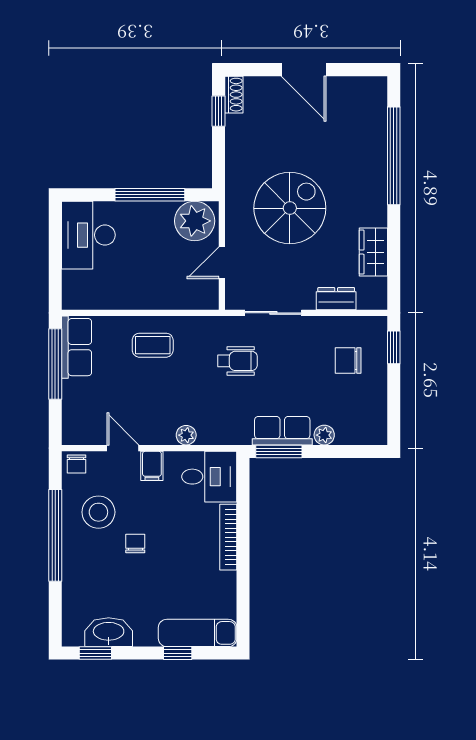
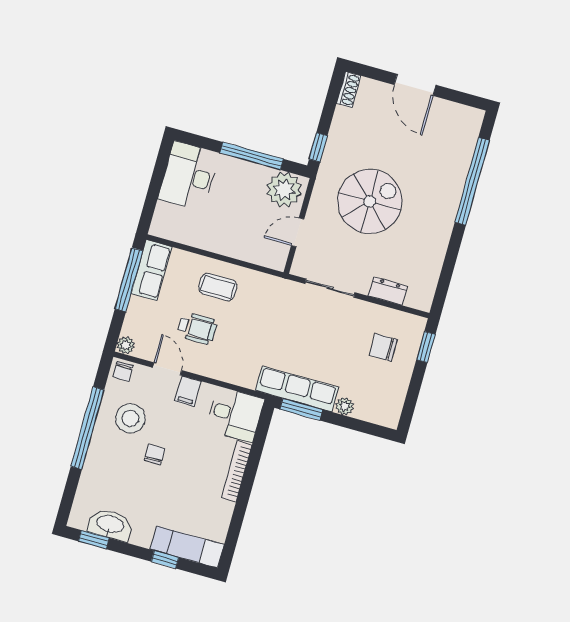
window: (219, 111) -> (318, 147), moved
wardrobe: (373, 252) -> (431, 260), removed
wheelchair: (237, 361) -> (197, 328), moved
row of seats: (282, 431) -> (297, 389), width x1.48
plant: (186, 435) -> (126, 345), moved

